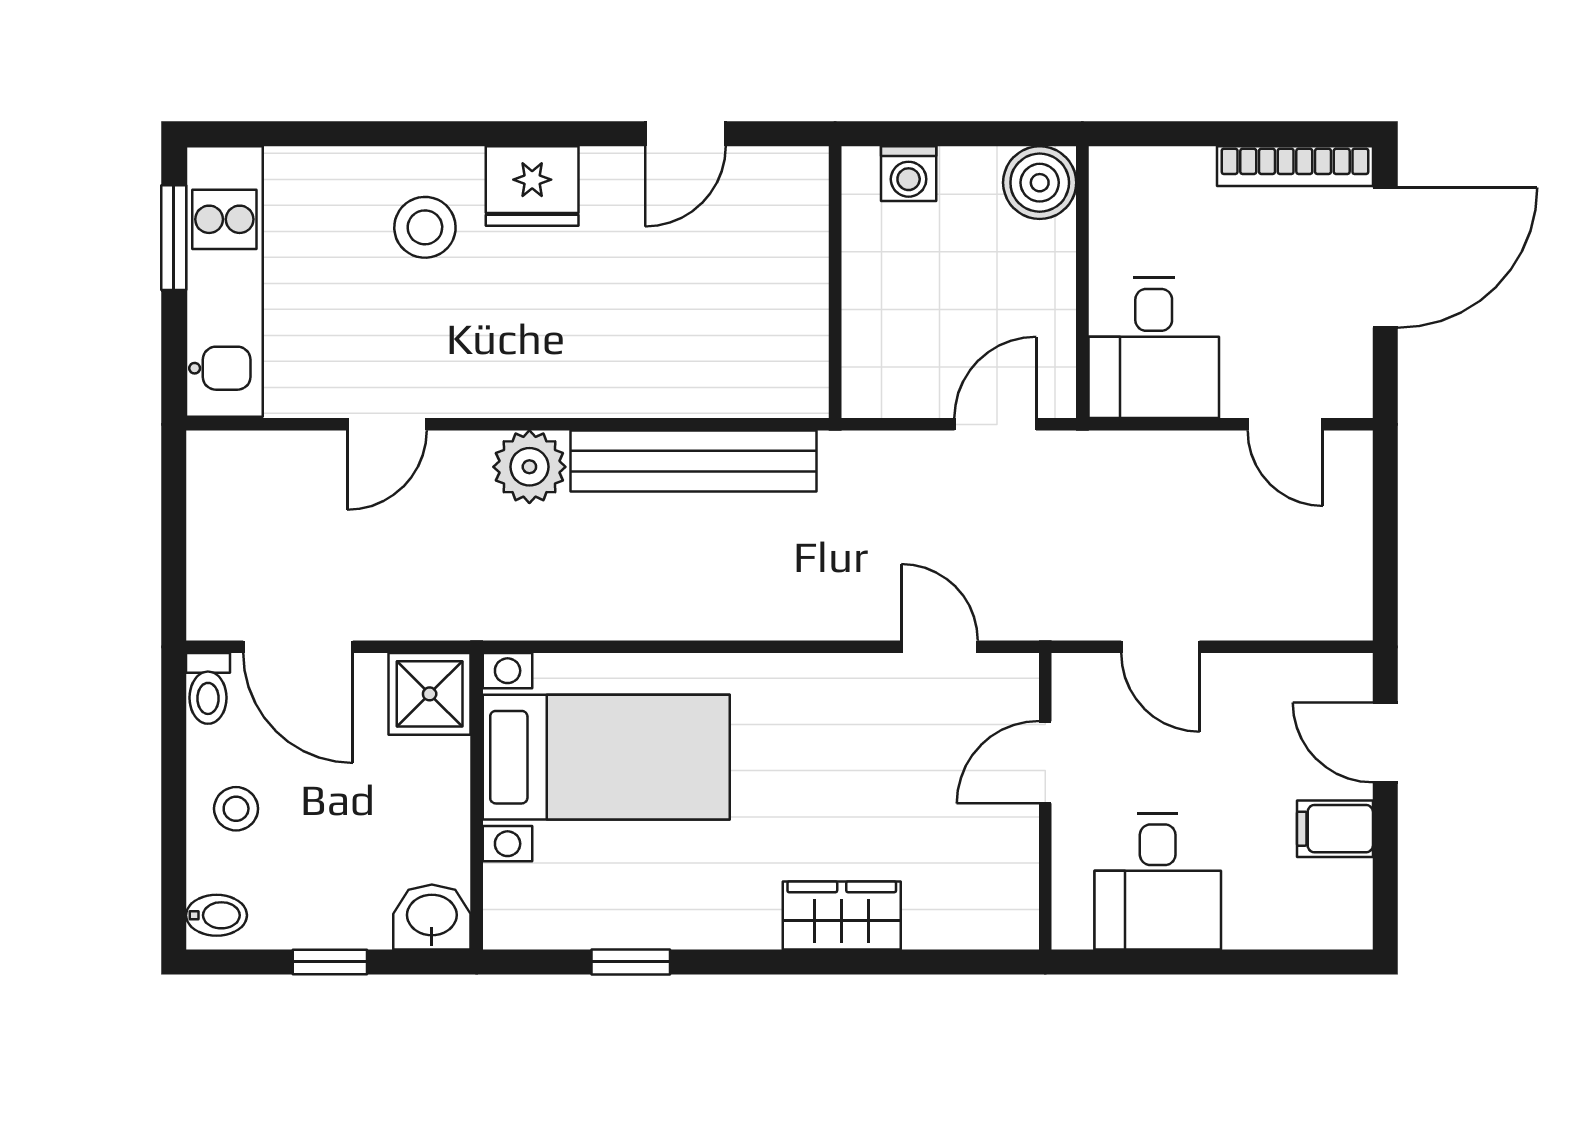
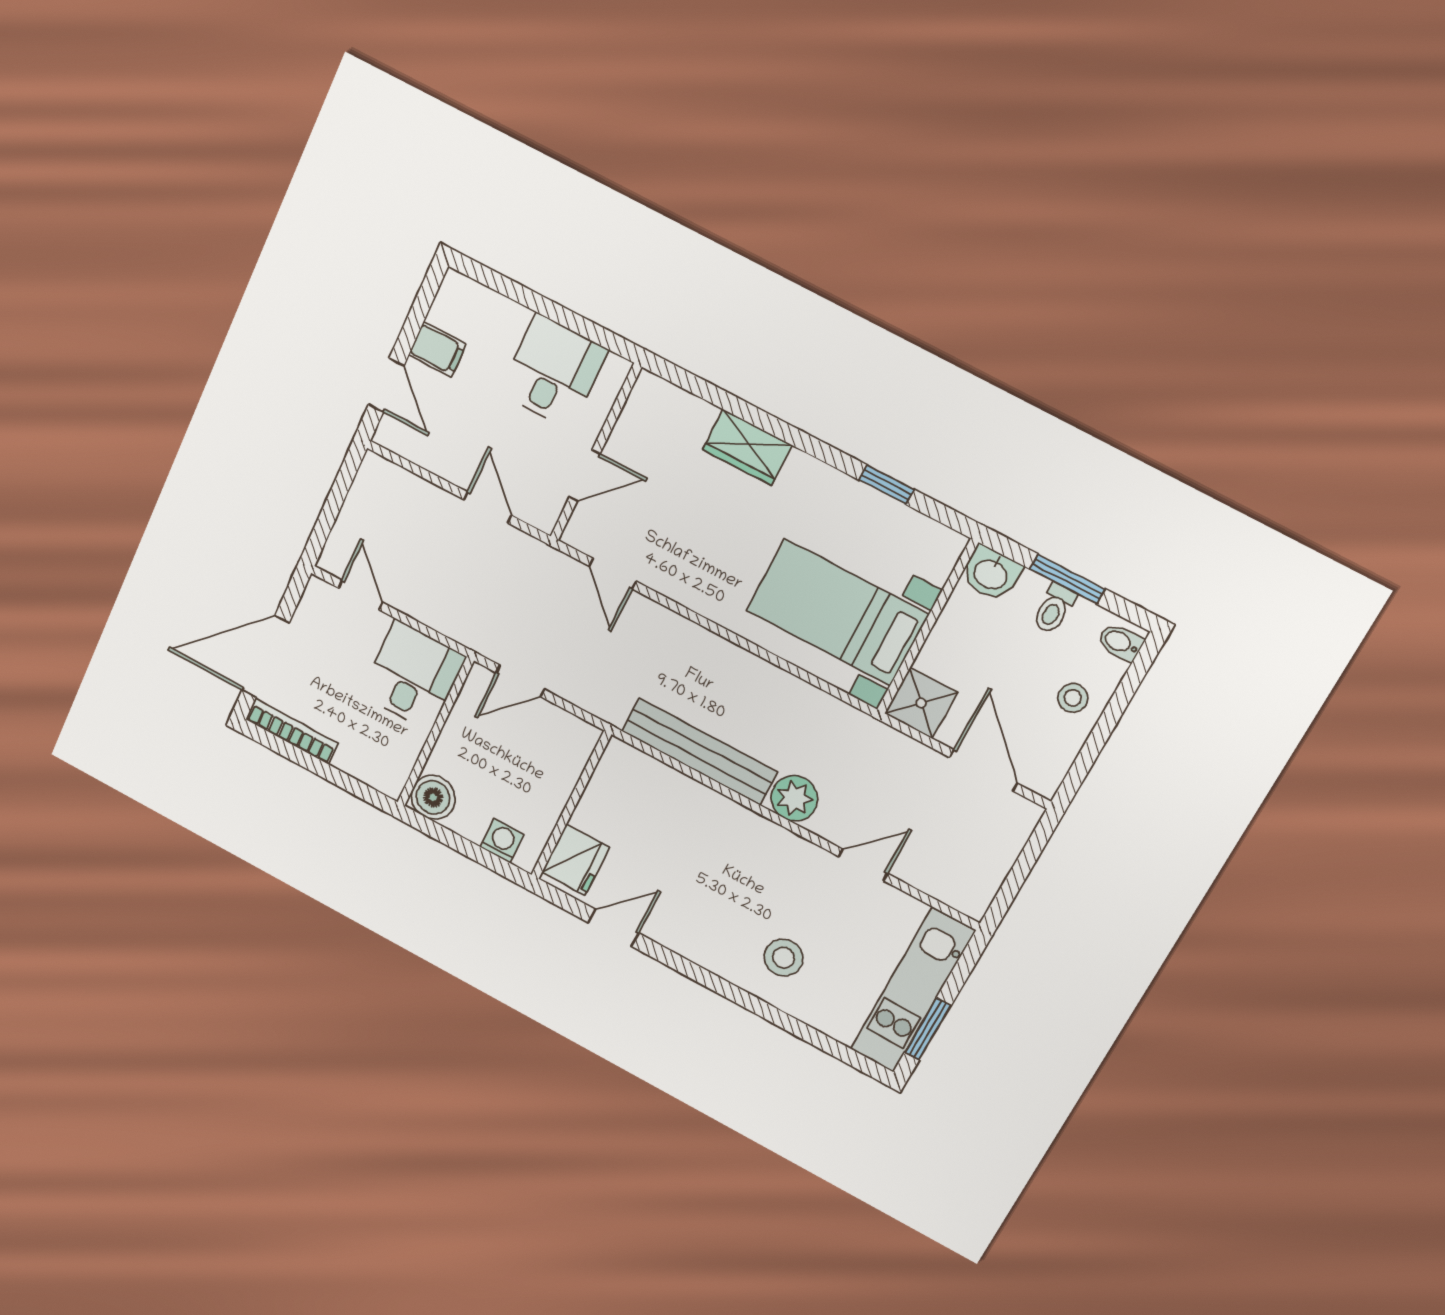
fridge: (532, 186) -> (576, 860), moved, turned 90
toilet: (208, 688) -> (1054, 609), moved, turned 180
window: (330, 962) -> (1067, 579), width x1.50

